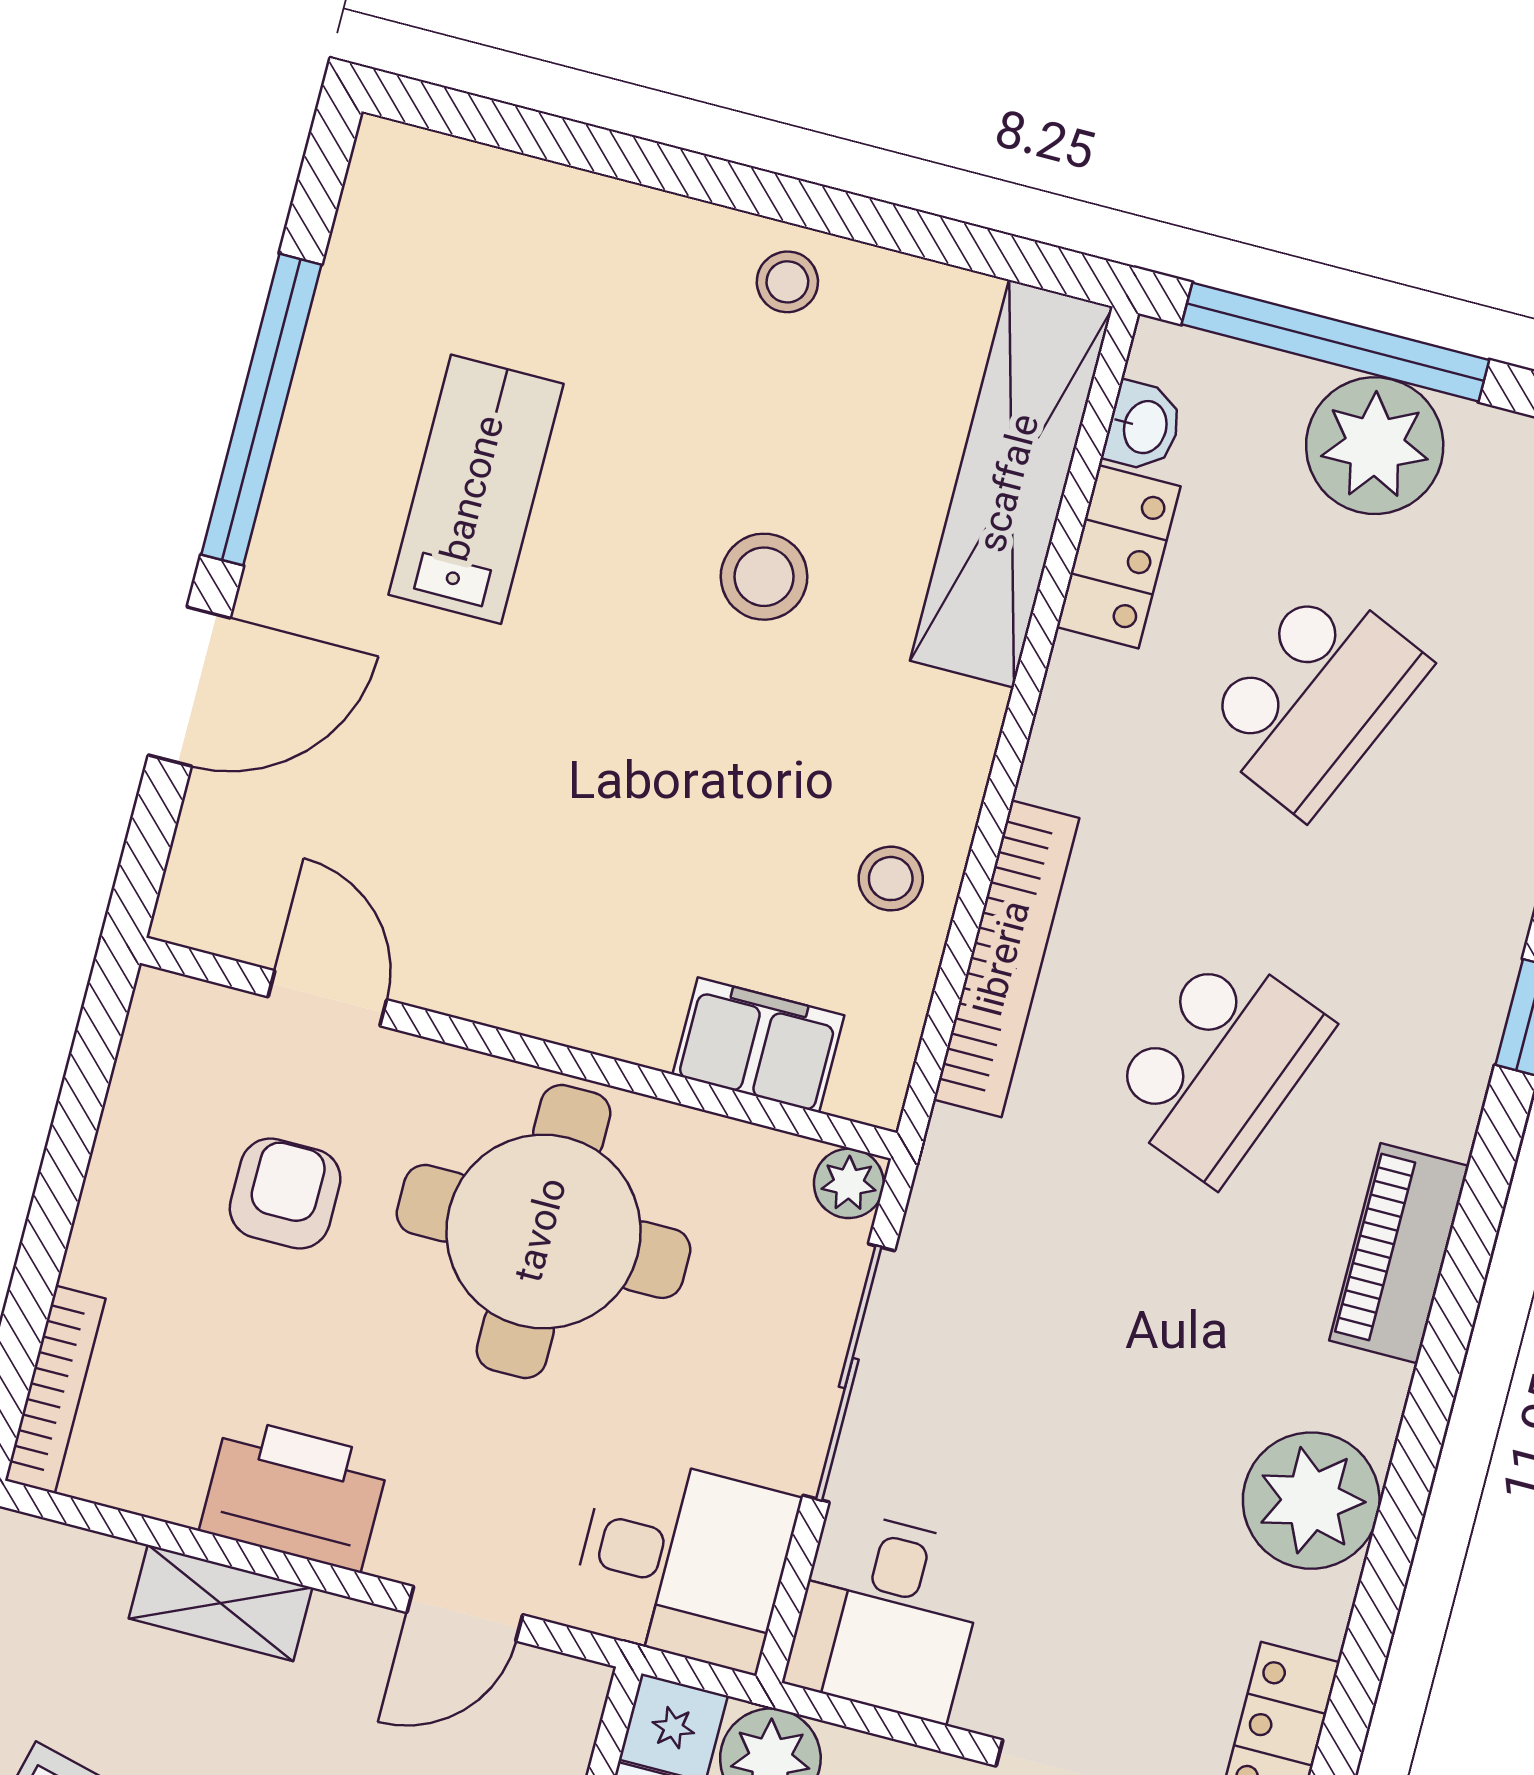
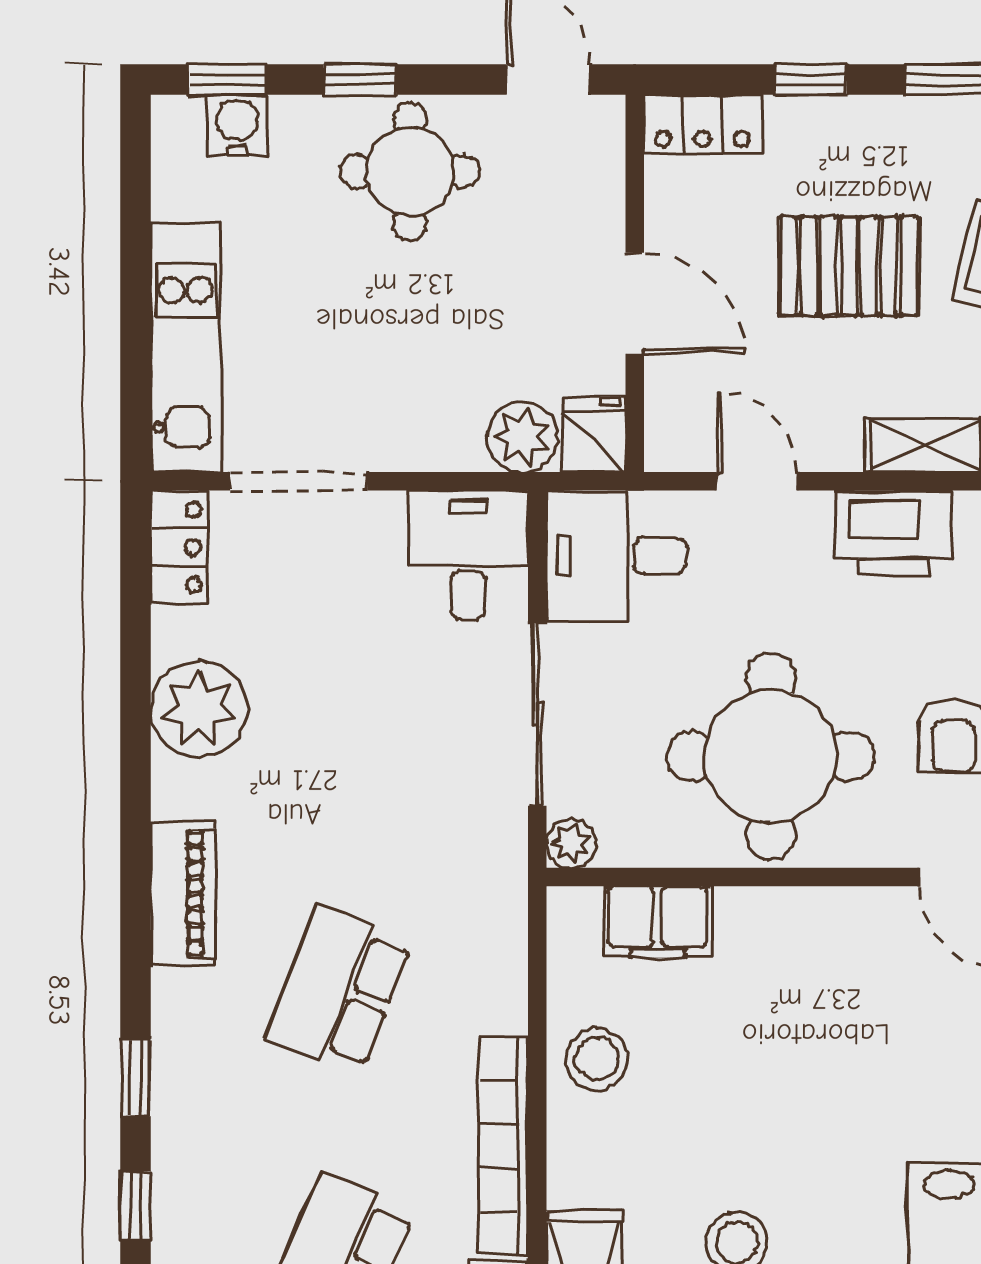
stool: (891, 879) -> (597, 1059), width x1.37, depth x1.37
bookcase: (1006, 959) -> (503, 1146), moved
door: (465, 1614) -> (757, 481), hinge flipped

